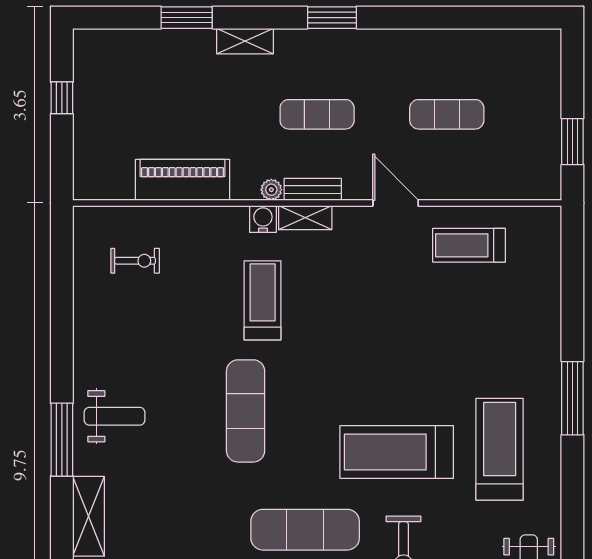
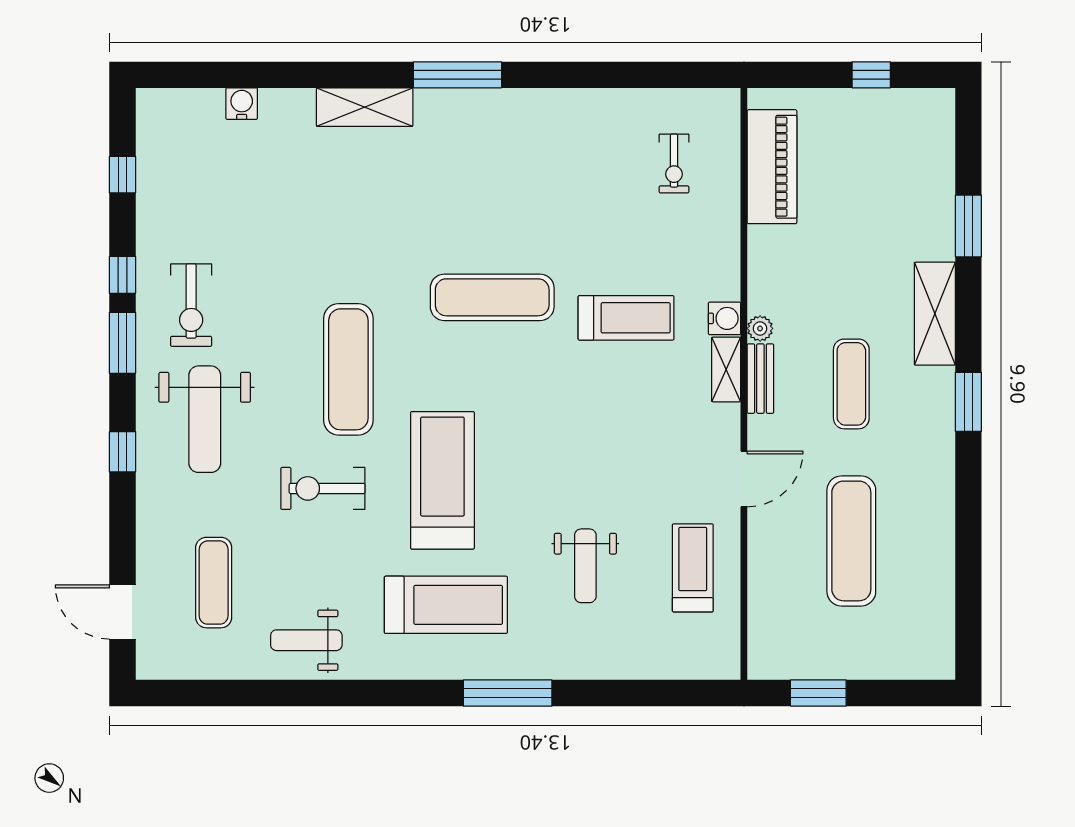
shelving: (245, 41) -> (935, 314), width x1.50, depth x1.33
exercise mat: (447, 114) -> (851, 541), width x1.36, depth x1.45
piano: (183, 180) -> (772, 167), moved
weight bench: (115, 416) -> (585, 566), moved

